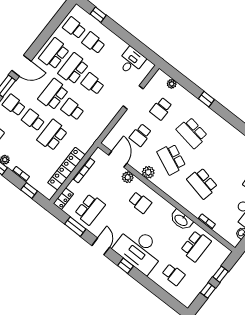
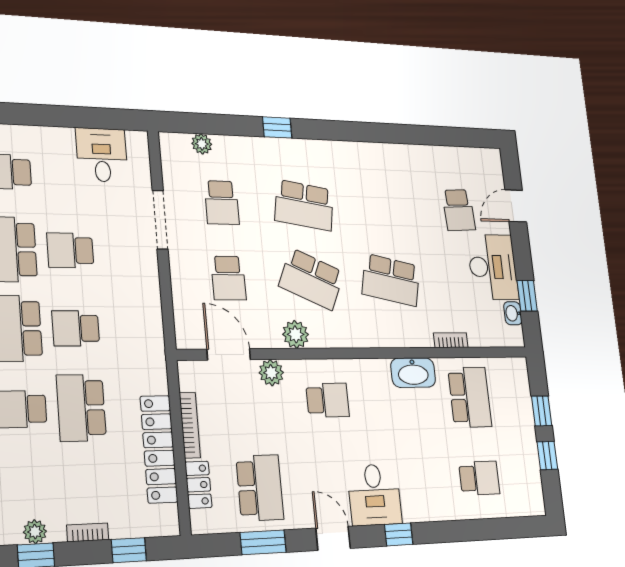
locker: (63, 199) -> (198, 485), moved
desk: (139, 249) -> (374, 495), width x0.53, depth x0.77

